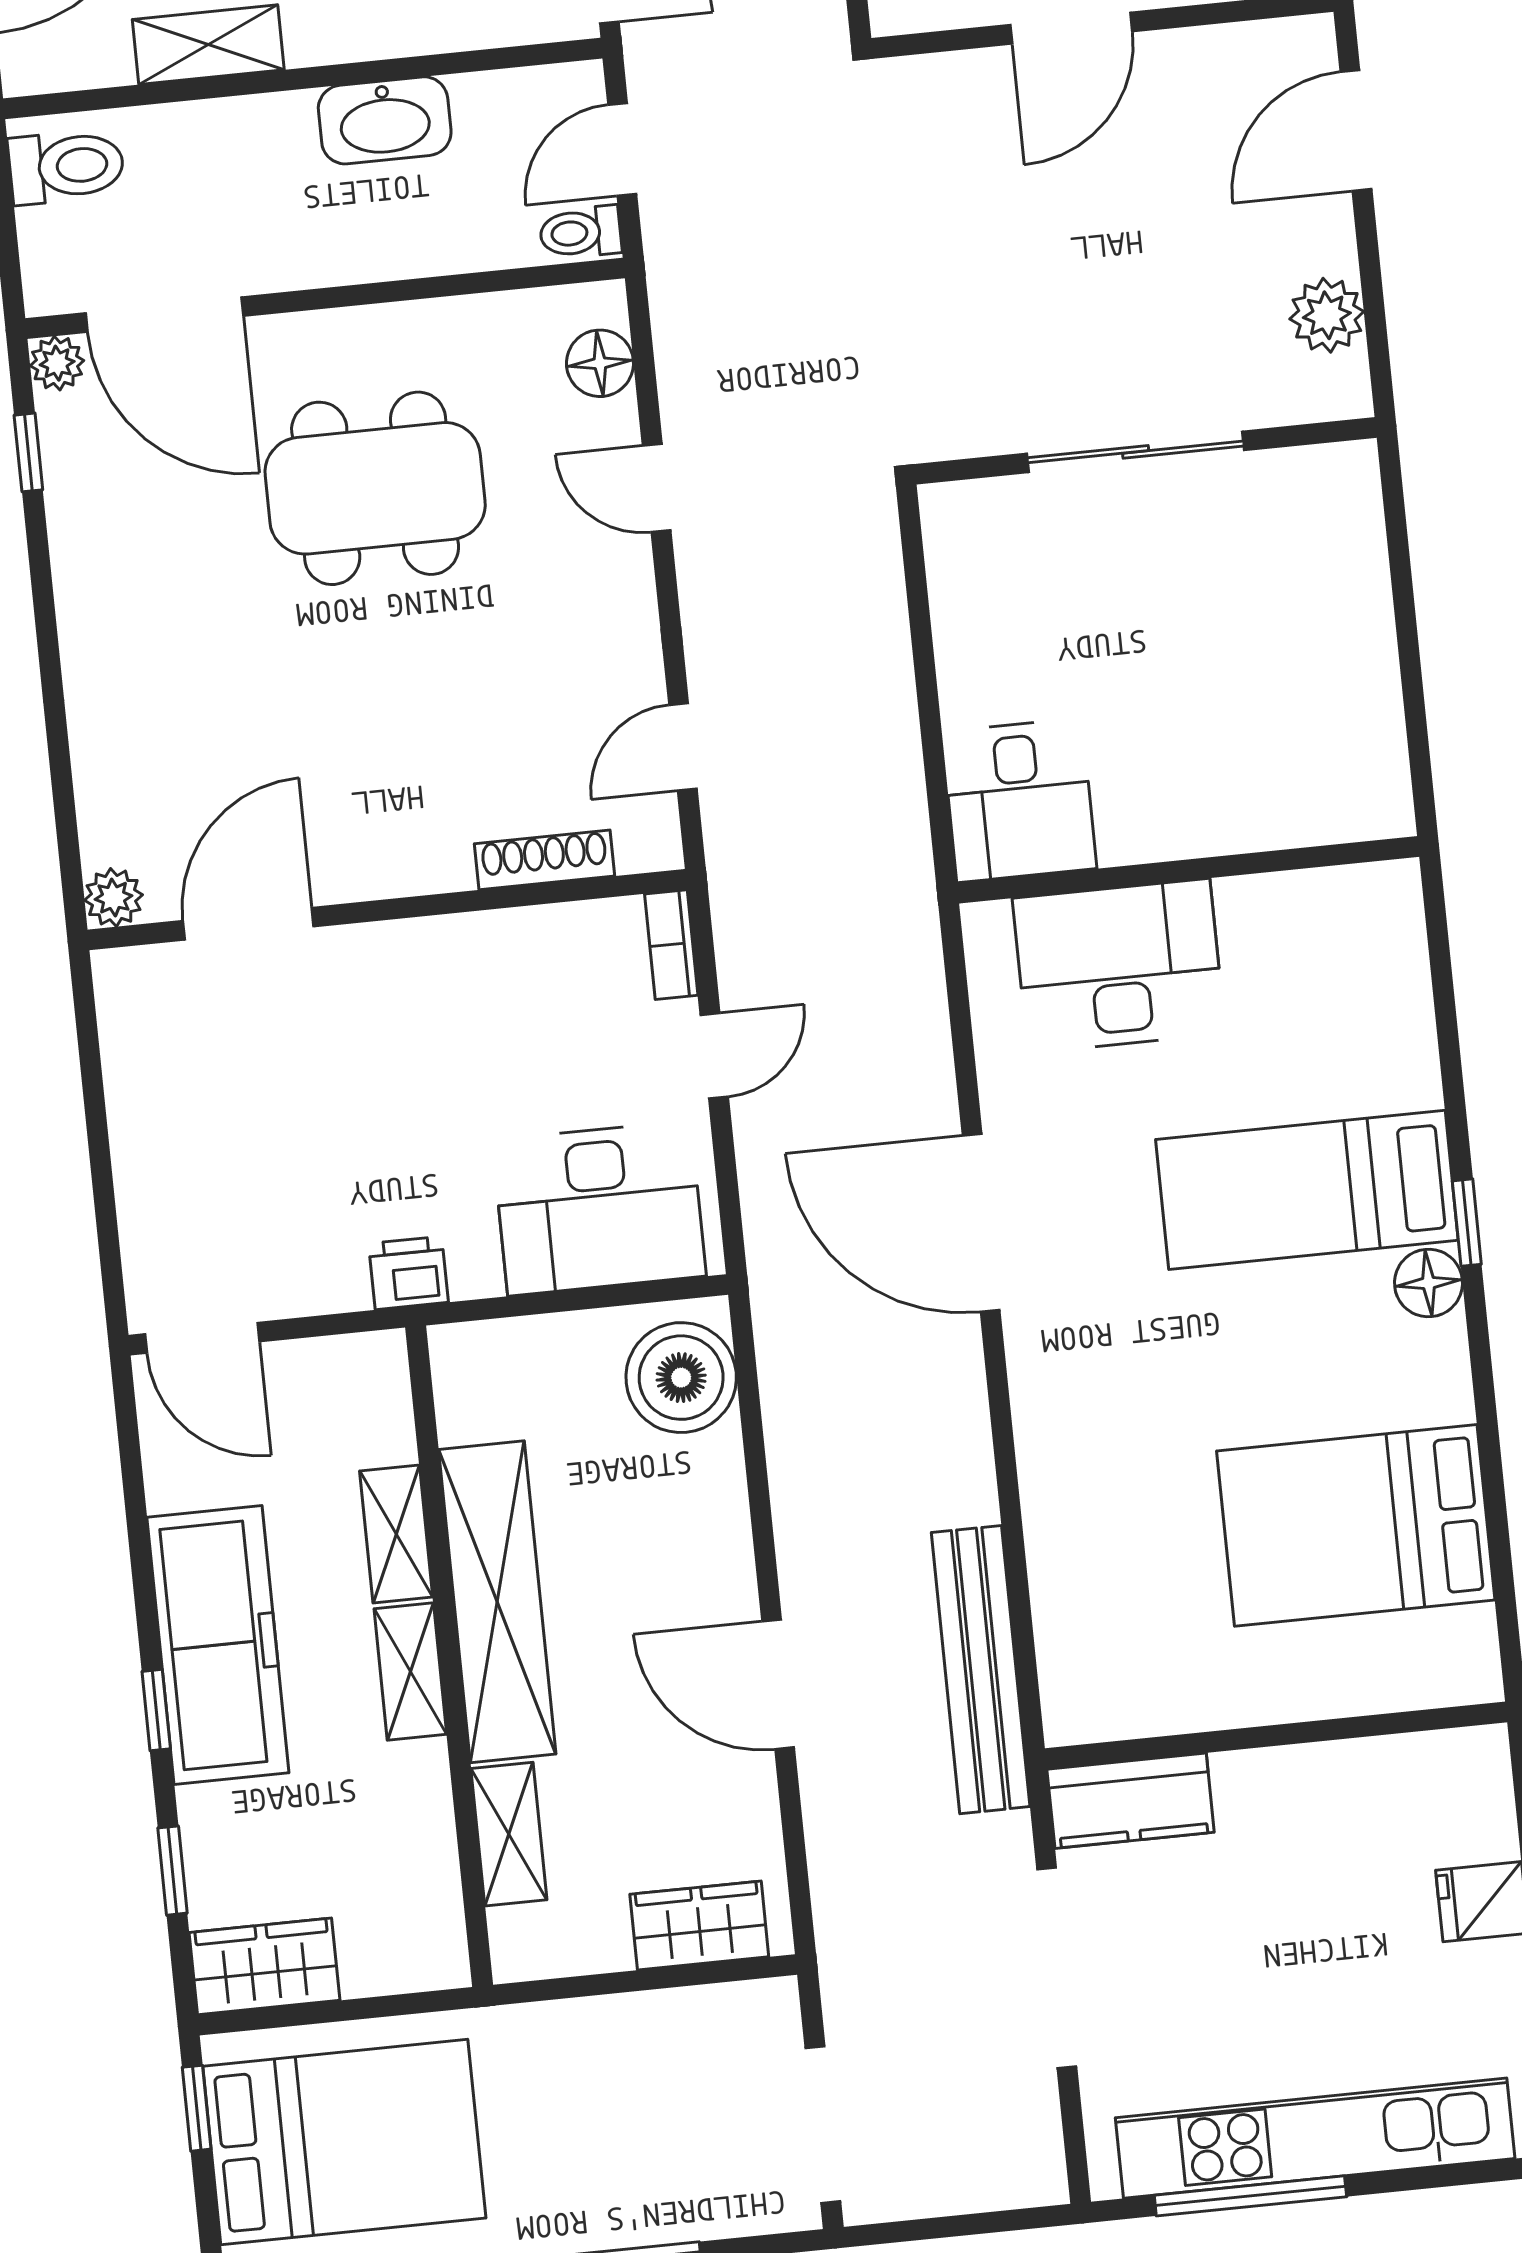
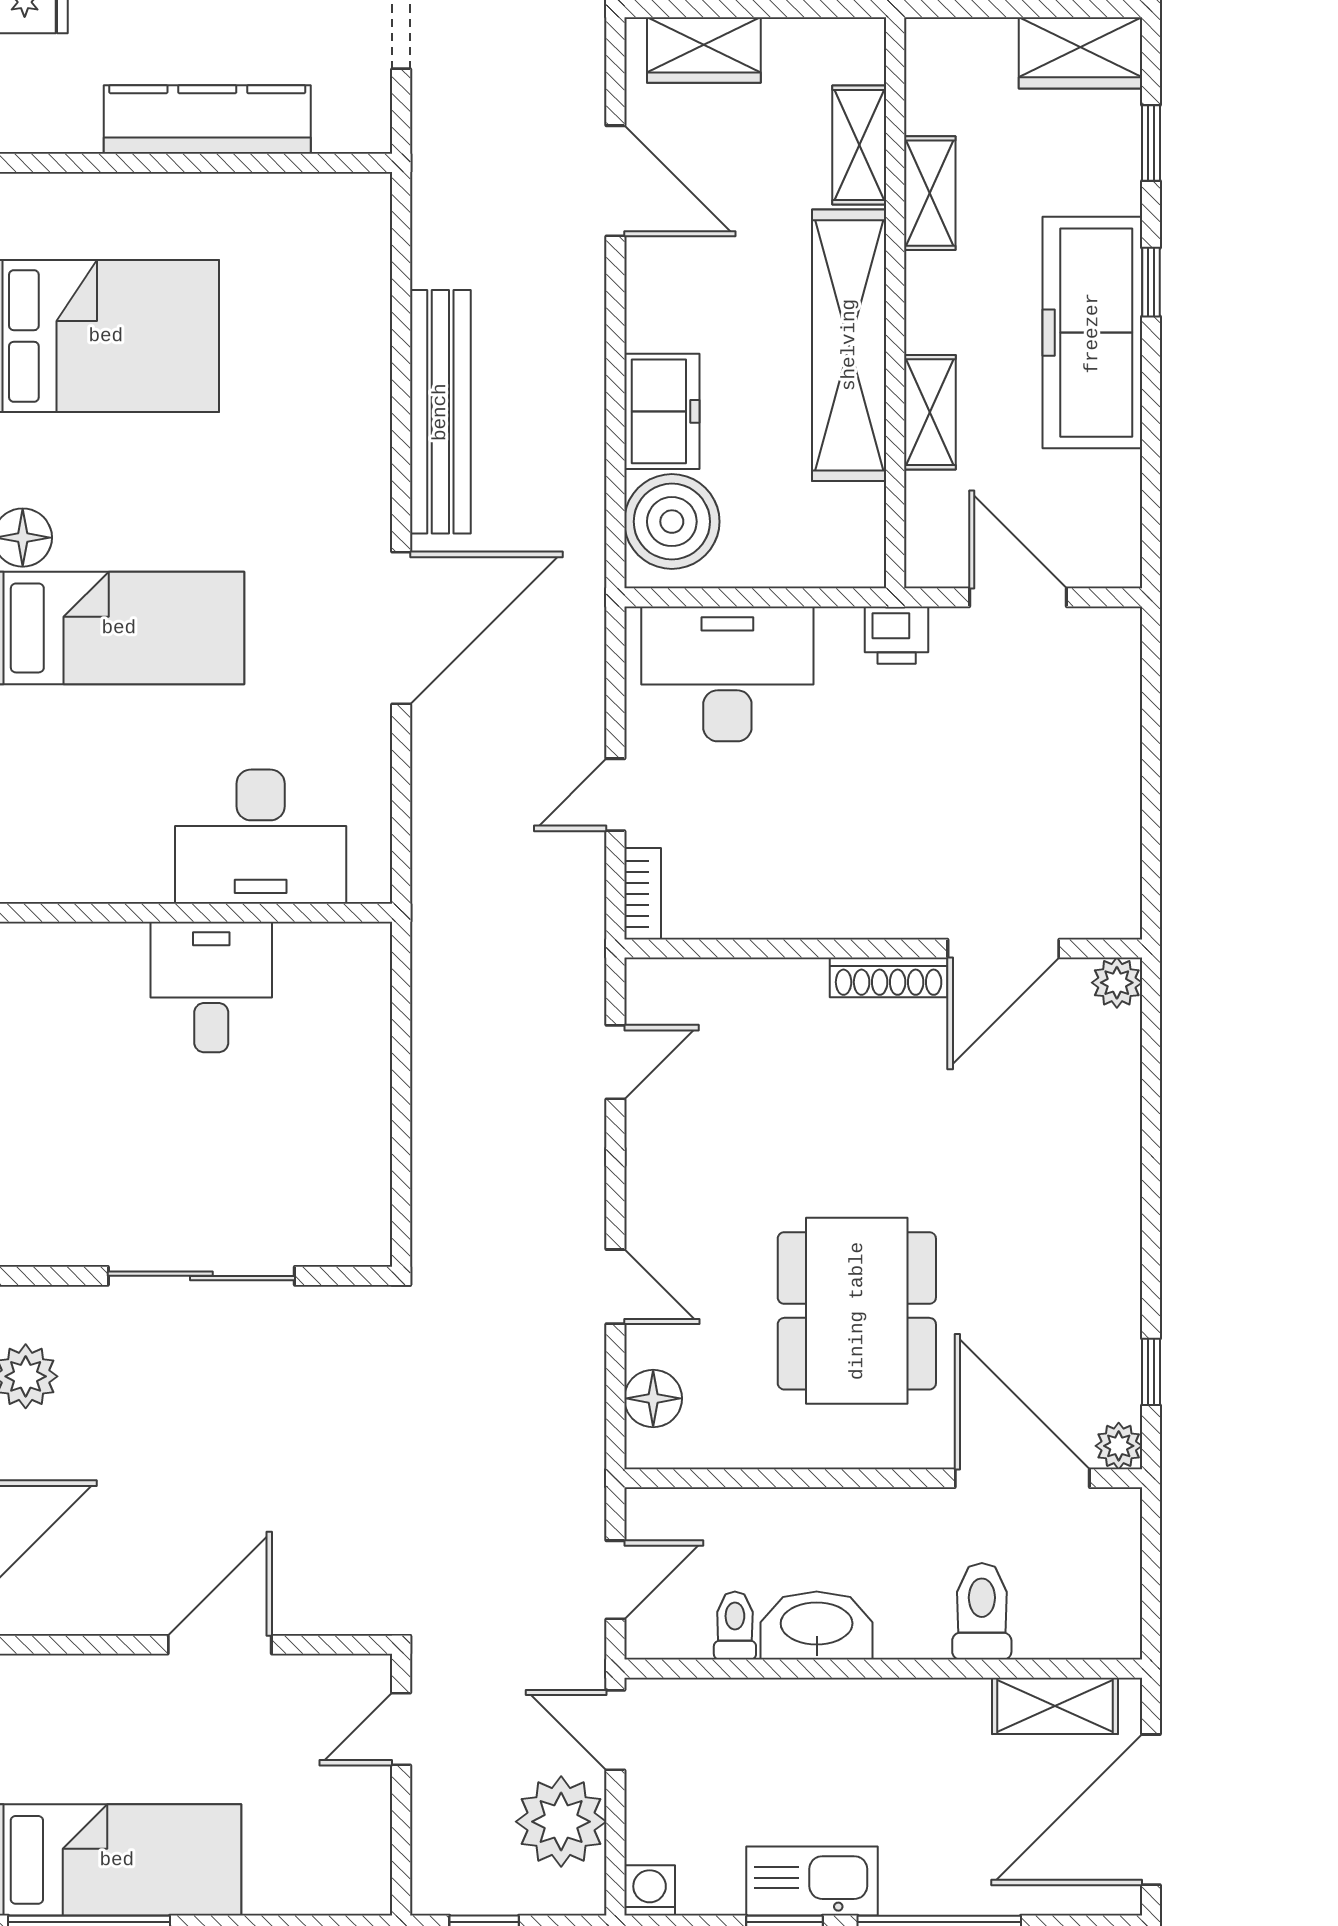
shelving: (208, 45) -> (1055, 1706), moved
toilet: (66, 167) -> (982, 1611), moved, turned 90
toilet: (580, 232) -> (735, 1626), moved, turned -90
dining table: (375, 488) -> (857, 1311), turned 90
desk: (1019, 800) -> (211, 987), moved
shoe rack: (545, 860) -> (889, 977), moved
door: (981, 1223) -> (401, 628), hinge flipped
door: (202, 1338) -> (1018, 597), moved
freezer: (706, 1503) -> (662, 411), added
bench: (981, 1670) -> (440, 412), moved
shelving: (410, 1671) -> (930, 193), moved
door: (778, 1684) -> (615, 181), moved
kitchen counter: (1131, 1801) -> (207, 120), moved, width x1.50

